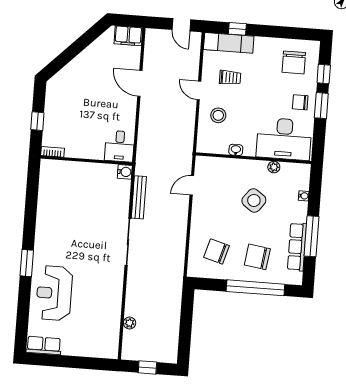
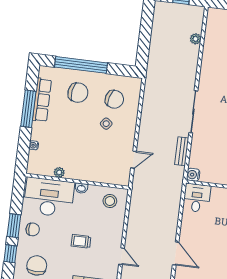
trolley: (230, 78) -> (81, 241), moved
door: (199, 90) -> (122, 256), moved
stool: (218, 115) -> (110, 201), moved
washbasin: (236, 150) -> (81, 188), moved
bench: (139, 197) -> (182, 151), width x0.73
side table: (254, 200) -> (106, 124), moved, width x0.54, depth x0.54

